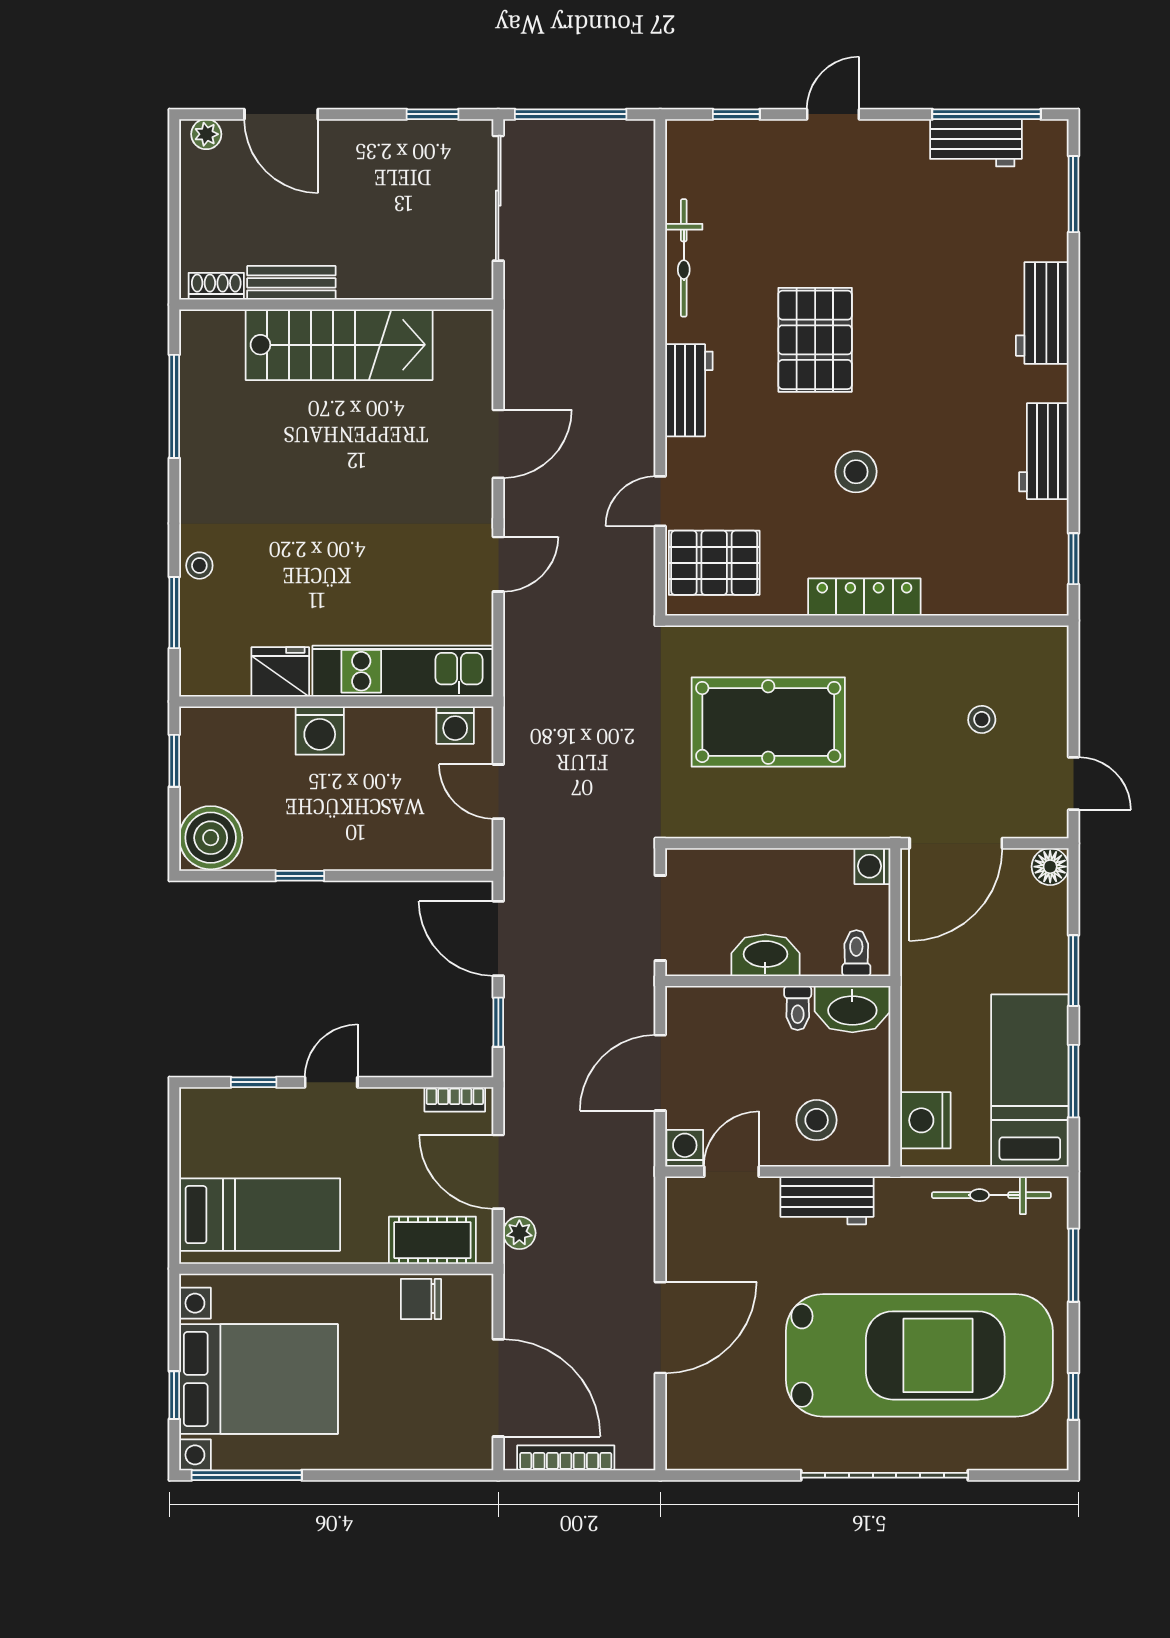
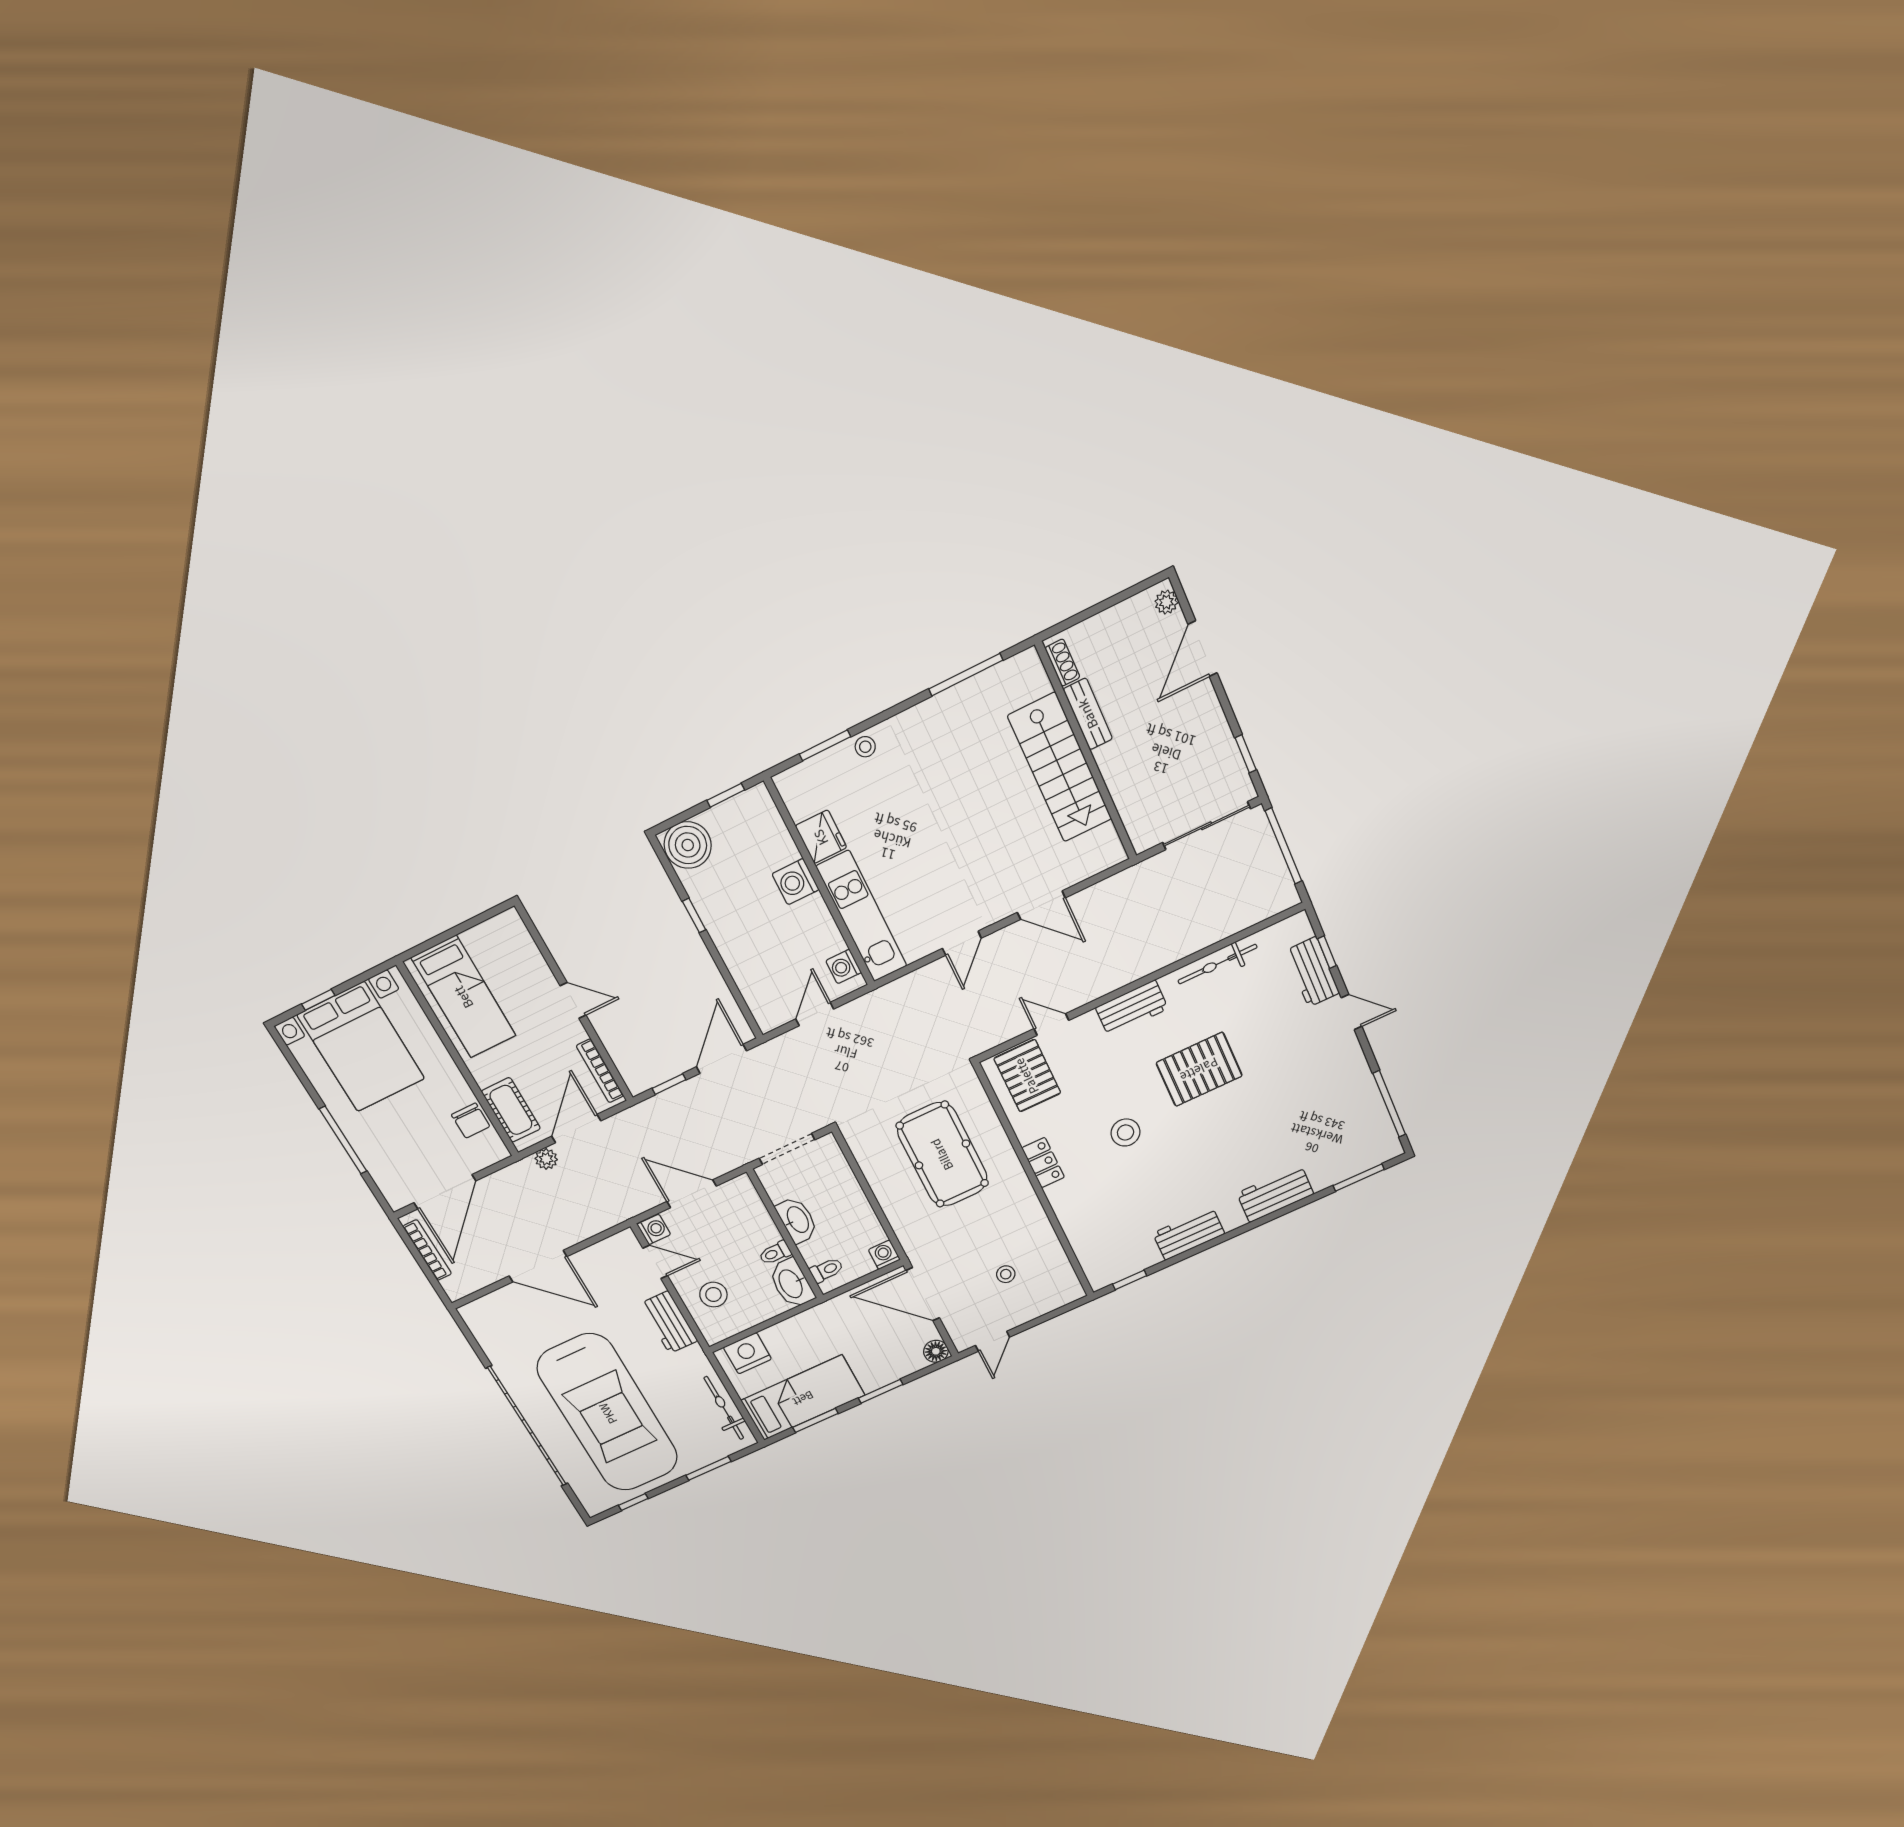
workbench: (976, 143) -> (1312, 972), moved
door: (498, 564) -> (962, 943), hinge flipped
locker: (864, 597) -> (1043, 1163), width x0.66
window: (254, 1082) -> (545, 952), removed
bookcase: (455, 1099) -> (600, 1071), width x1.56
chair: (421, 1299) -> (471, 1121), turned 180
window: (247, 1475) -> (343, 1140), moved
garage door: (884, 1475) -> (527, 1426), width x1.36

